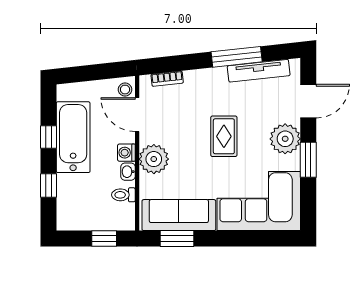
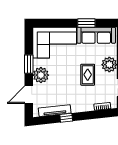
window: (237, 57) -> (66, 118), width x0.46
rug: (224, 136) -> (88, 75), moved
window: (177, 239) -> (86, 23), moved

